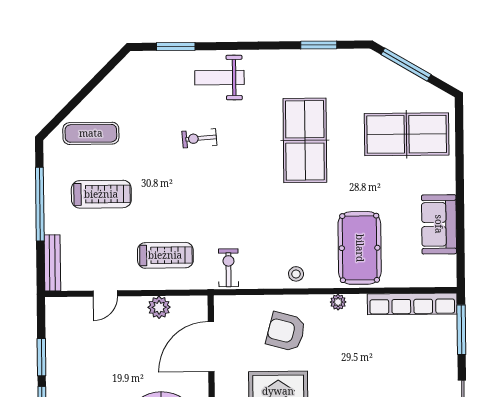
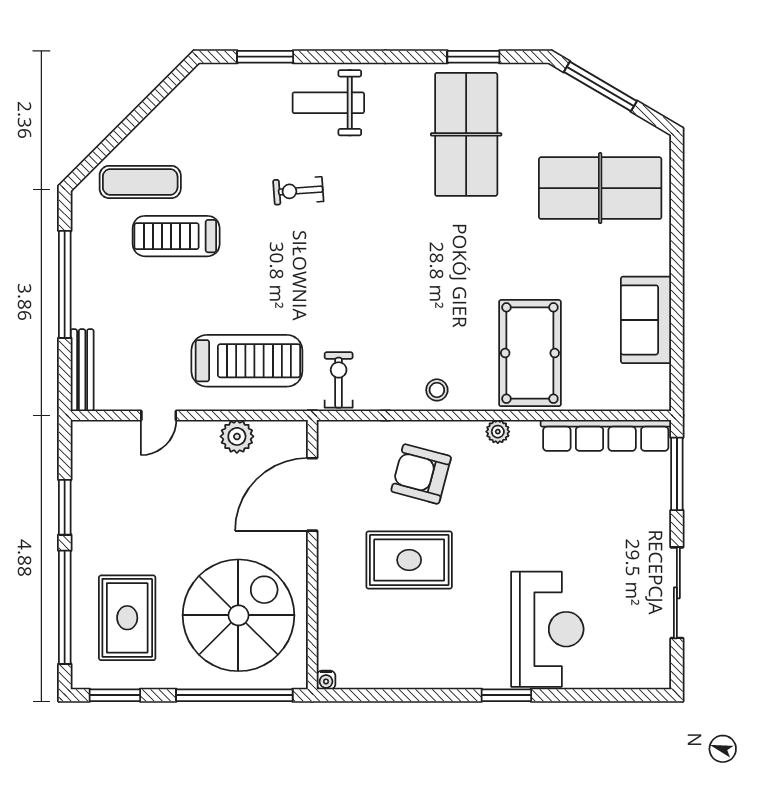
table tennis table: (305, 140) -> (466, 134), moved
treadmill: (101, 194) -> (176, 236), moved, turned 180
treadmill: (165, 255) -> (247, 361), width x1.37, depth x1.38

